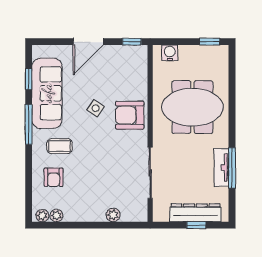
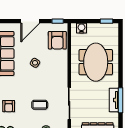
meeting table: (192, 107) -> (96, 62), turned 90
armchair: (130, 115) -> (57, 40), moved, turned -90
coffee table: (60, 146) -> (40, 105), moved

